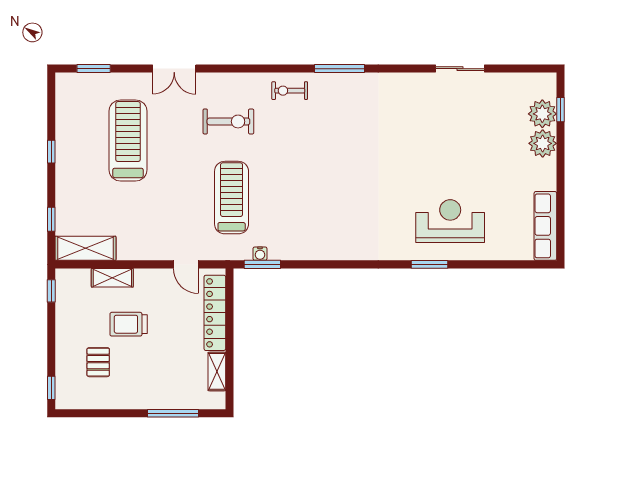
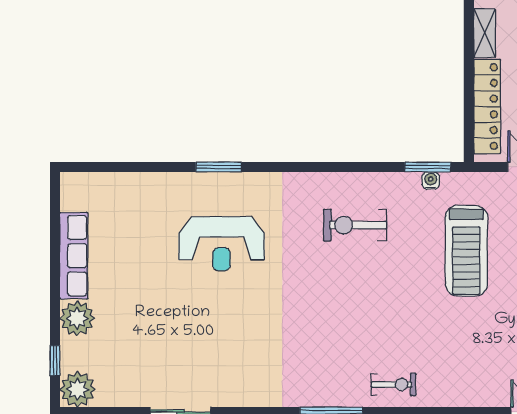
plant: (542, 114) -> (78, 389), moved
exercise bike: (228, 121) -> (355, 225), moved
reception desk: (450, 221) -> (222, 244), moved
row of seats: (545, 226) -> (74, 256), moved

